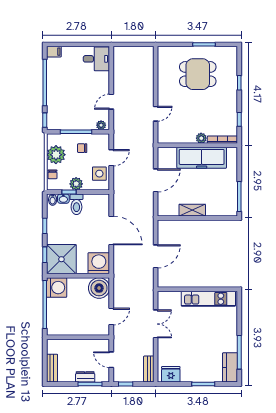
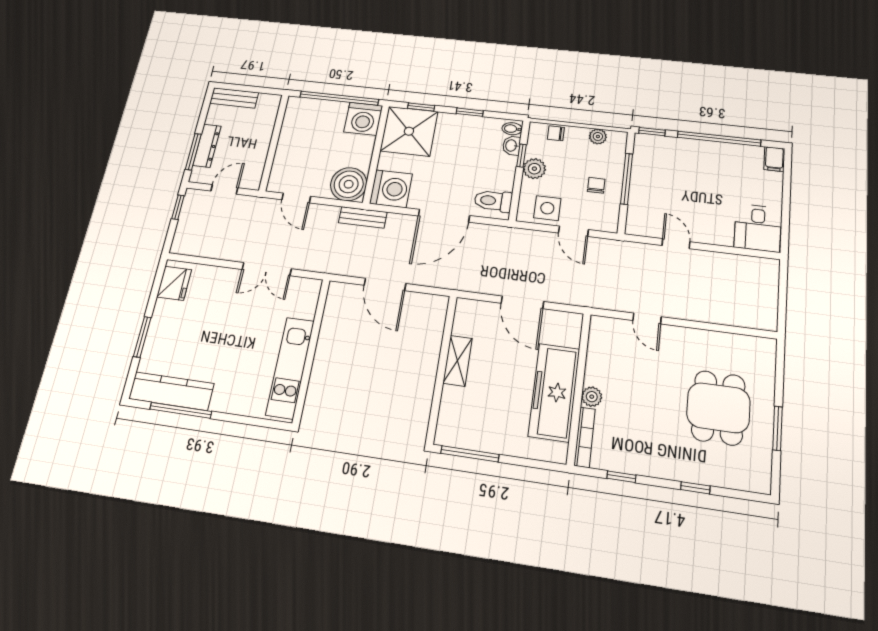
plant: (101, 125) -> (634, 221), removed
plant: (56, 155) -> (598, 136), width x0.53, depth x0.53
toilet: (76, 204) -> (493, 201), moved
kitchen counter: (230, 367) -> (171, 391), width x1.50
bench: (149, 369) -> (363, 217), moved
dresser: (85, 377) -> (207, 146), width x1.44

